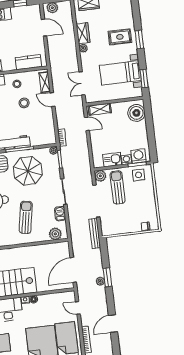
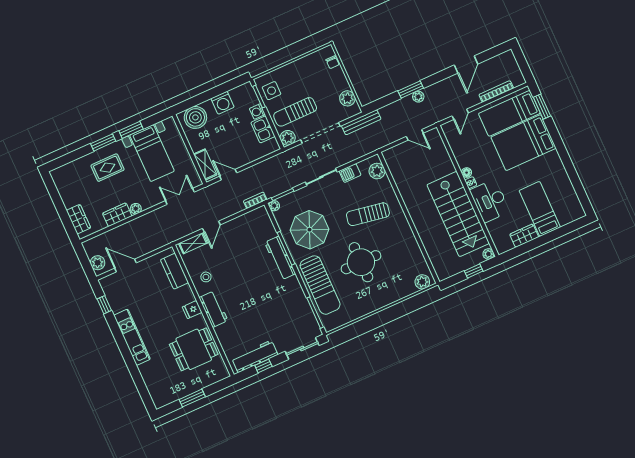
door: (44, 28) -> (125, 265), hinge flipped
rug: (120, 37) -> (107, 168), turned 90
window: (144, 79) -> (131, 130), moved
double door: (82, 83) -> (180, 196), swing flipped
stool: (24, 103) -> (227, 261), removed
door: (87, 124) -> (228, 175), hinge flipped
washing machine: (139, 156) -> (223, 103), moved, turned -90
plant: (115, 229) -> (347, 98), added
door: (73, 270) -> (415, 135), width x0.53
door: (113, 324) -> (466, 65), hinge flipped

